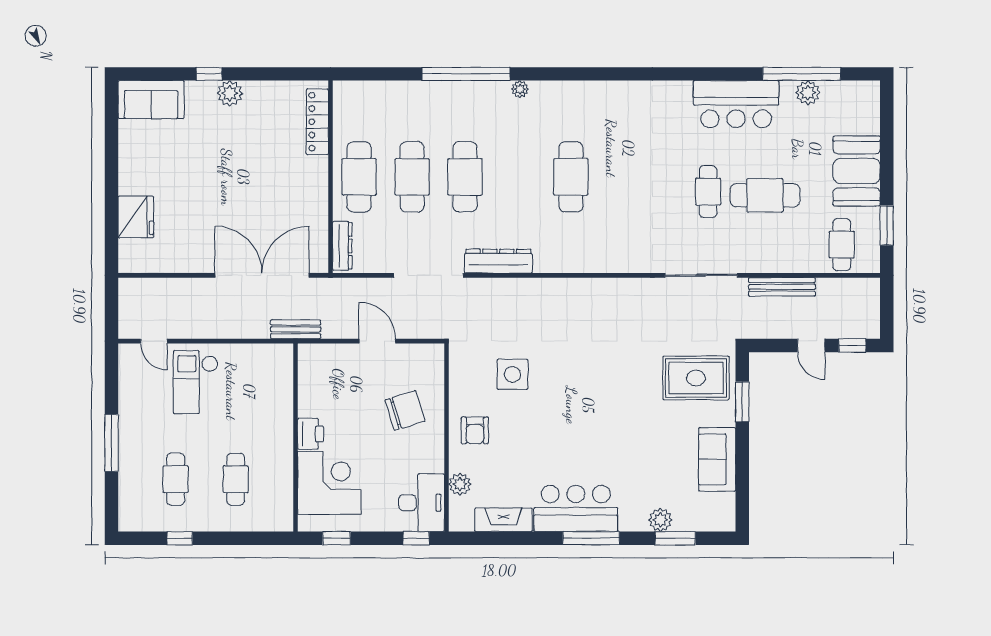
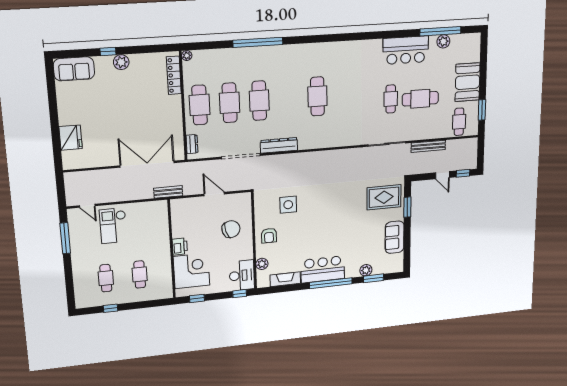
plant: (520, 89) -> (187, 56), moved
dresser: (342, 246) -> (192, 144), width x0.70
window: (111, 443) -> (65, 238), moved
window: (591, 538) -> (331, 283), width x1.46

